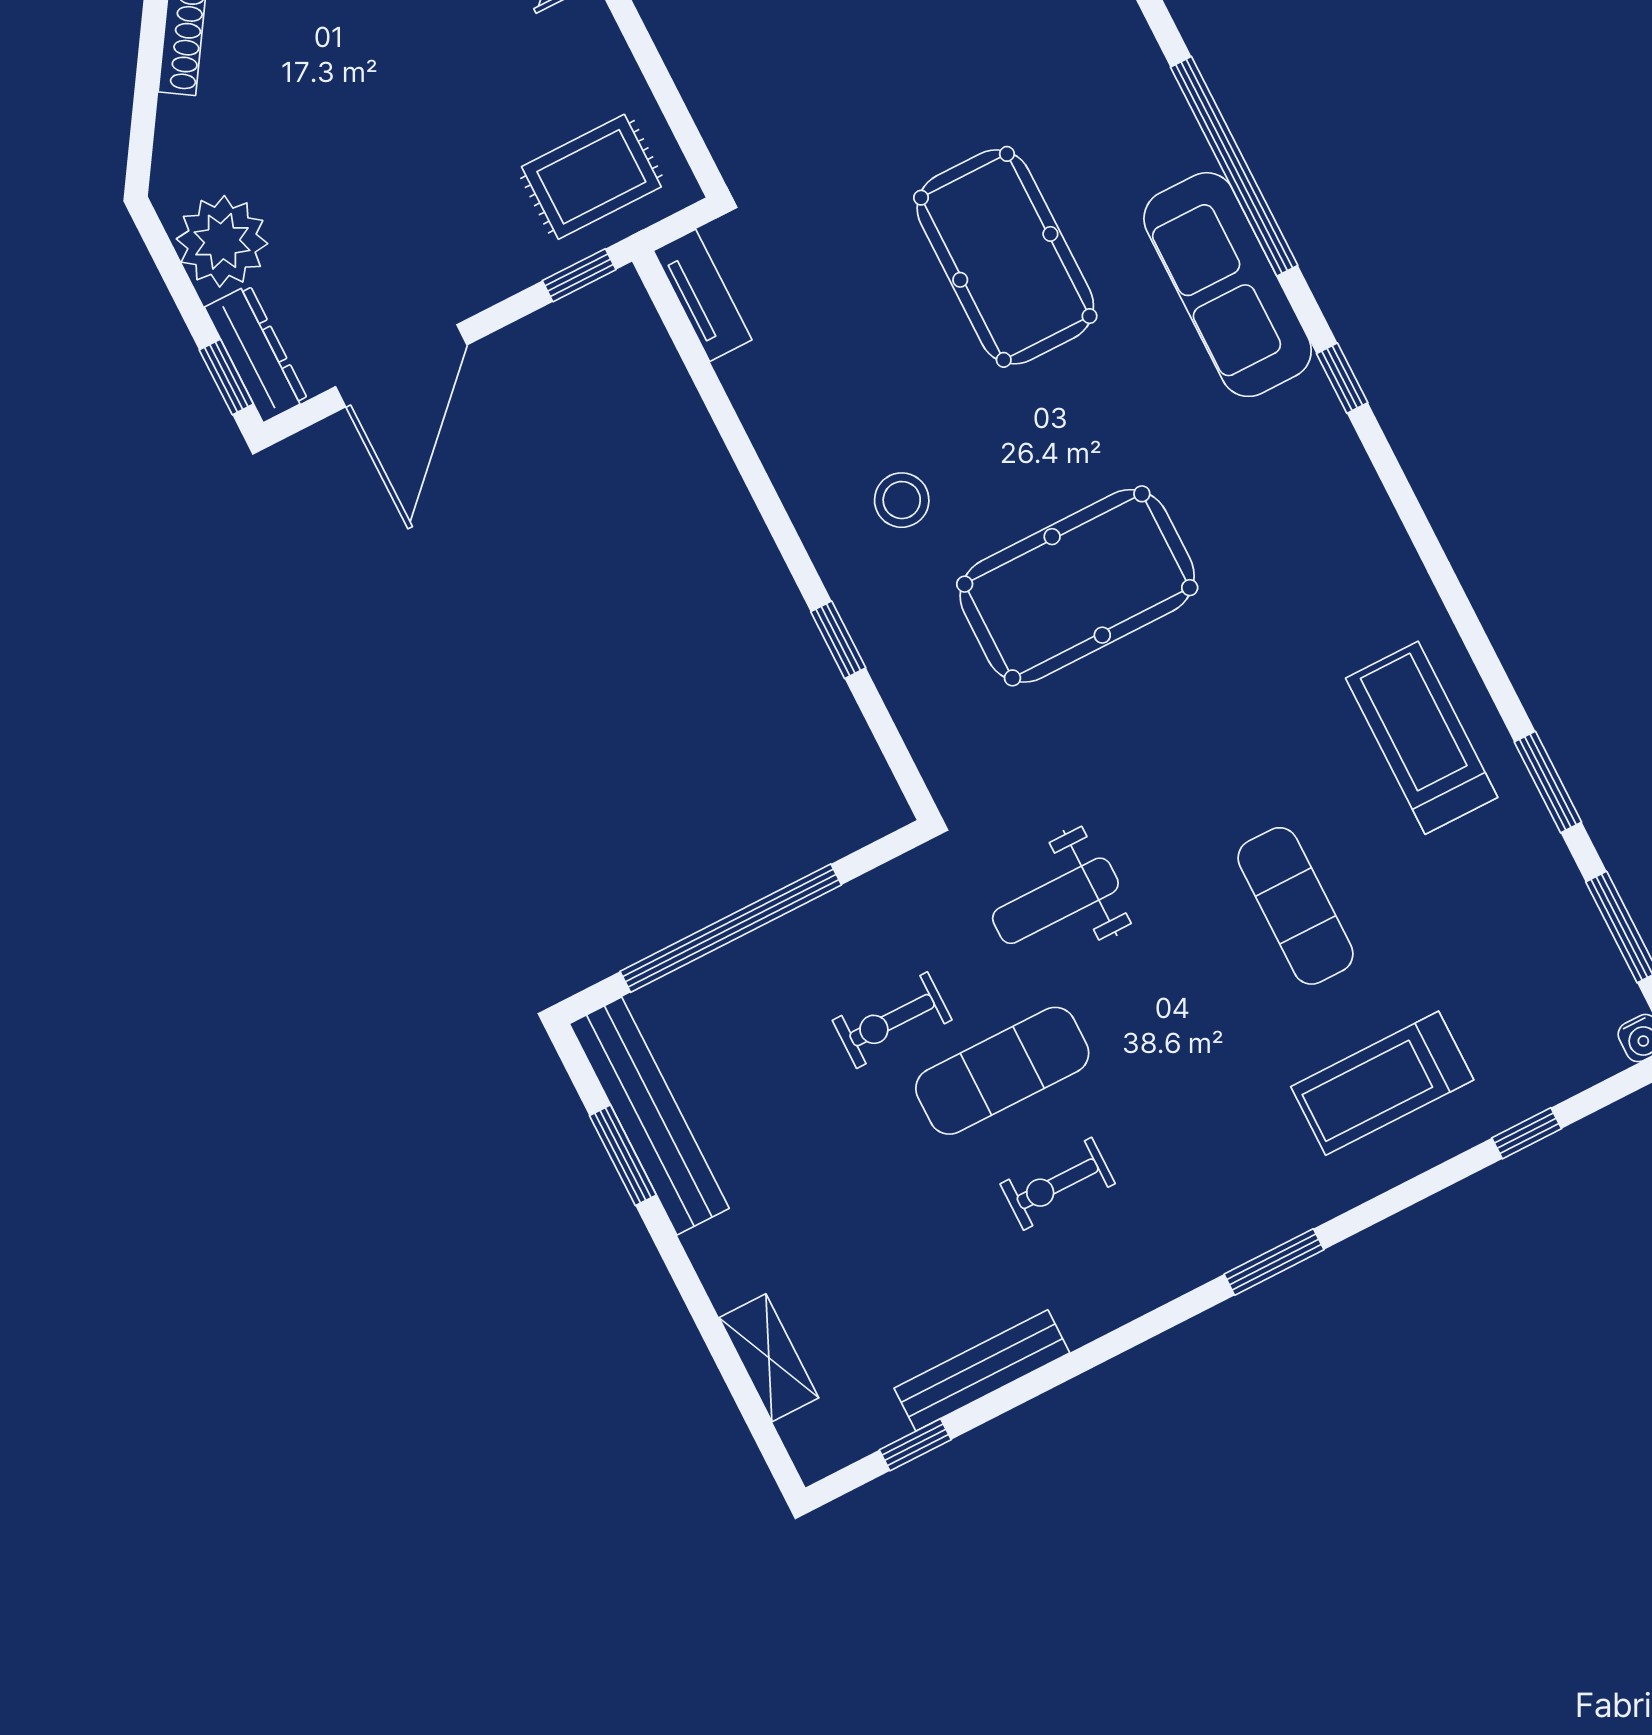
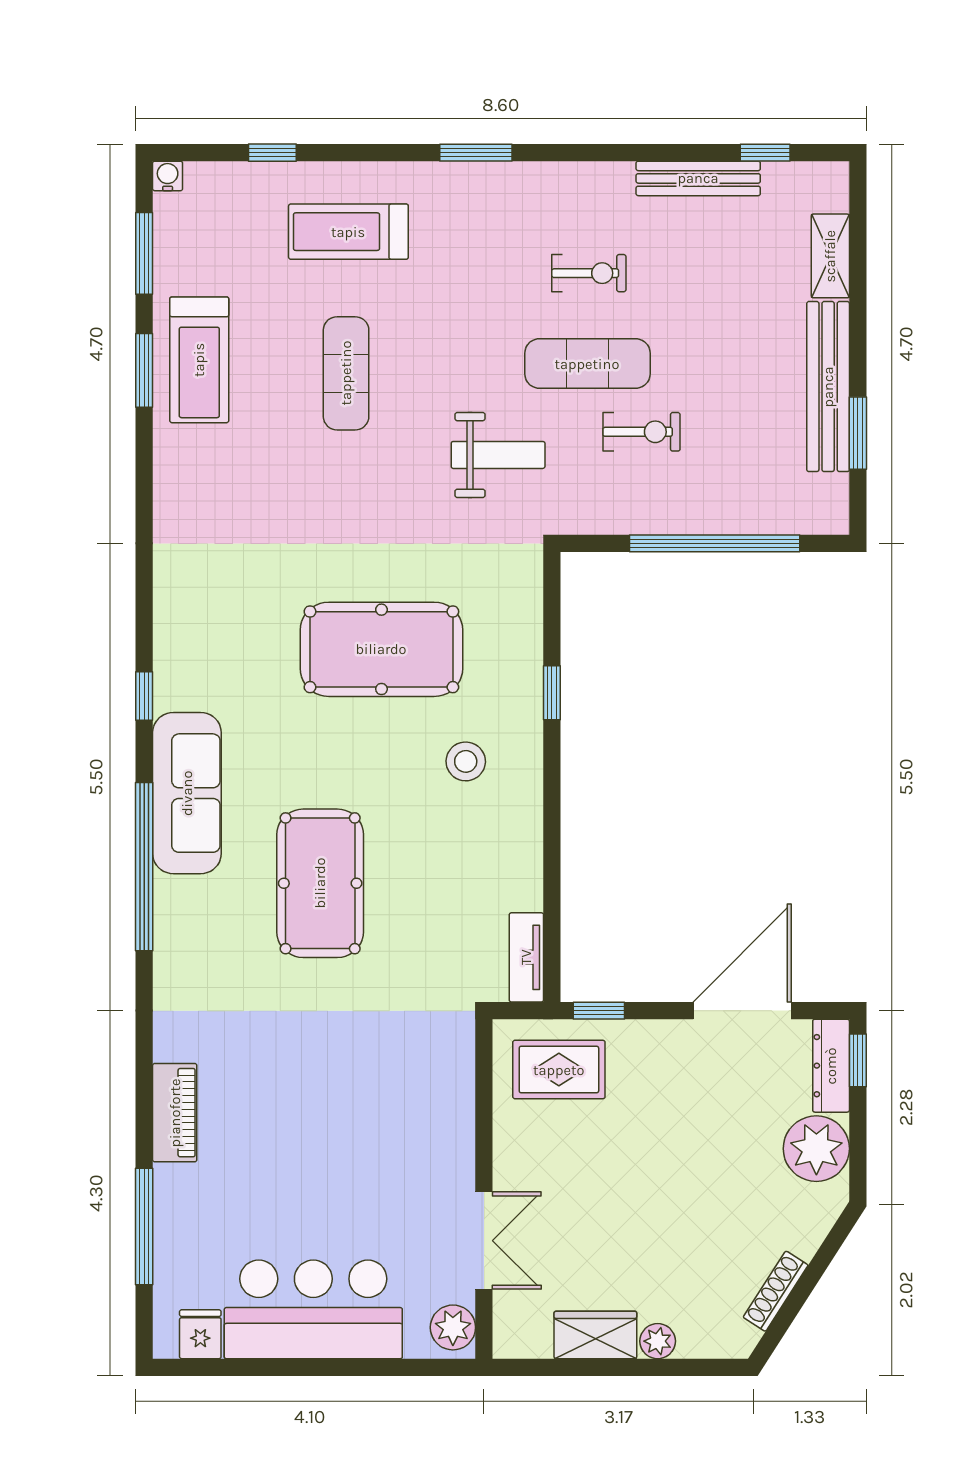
treadmill: (1422, 738) -> (199, 360), moved
treadmill: (1382, 1083) -> (348, 232), turned 180
bench: (649, 1116) -> (828, 387), moved

